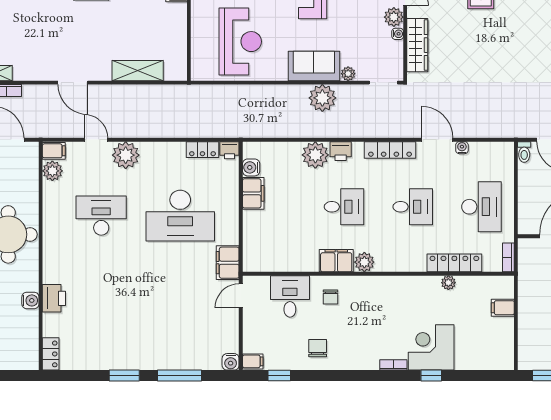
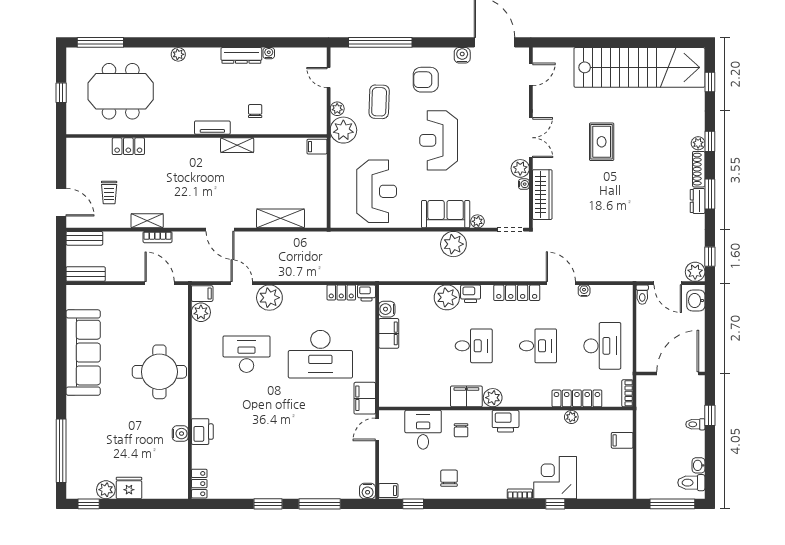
printer: (378, 287) -> (506, 421), added

